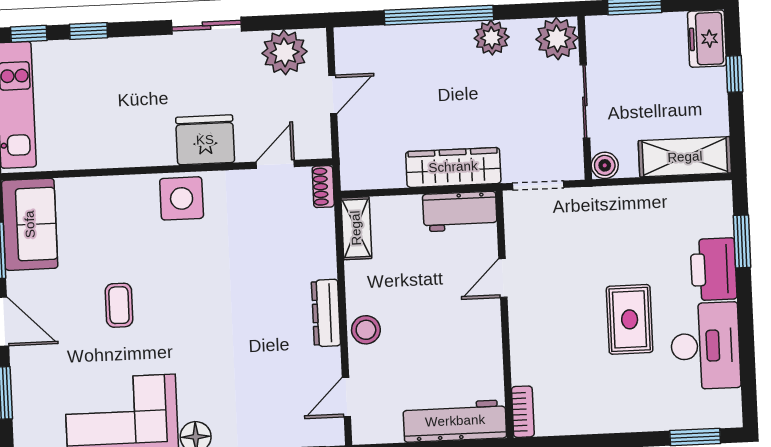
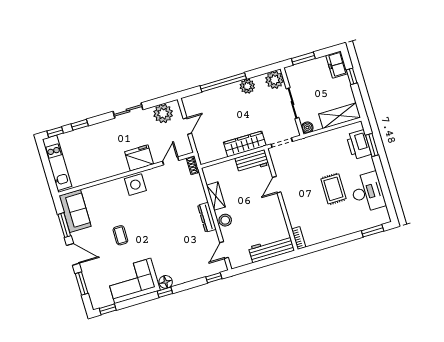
shelving: (356, 228) -> (216, 196), moved
printer: (714, 269) -> (359, 145), moved

